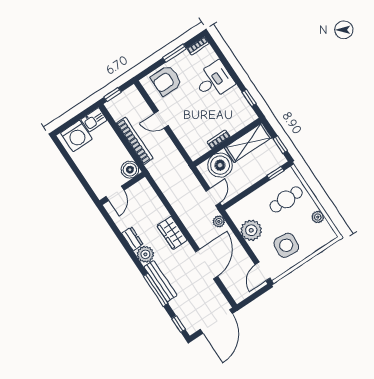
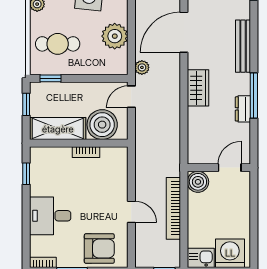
plant: (145, 254) -> (240, 84), removed
window: (156, 290) -> (254, 96), moved

